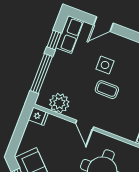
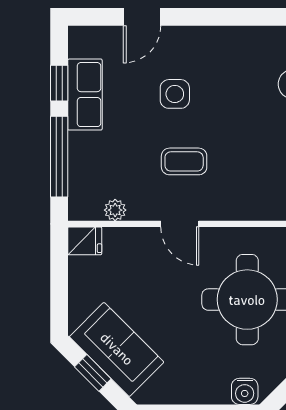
row of seats: (70, 35) -> (85, 95), moved
coffee table: (107, 90) -> (184, 161), moved
plant: (59, 103) -> (115, 210), width x0.53, depth x0.53

